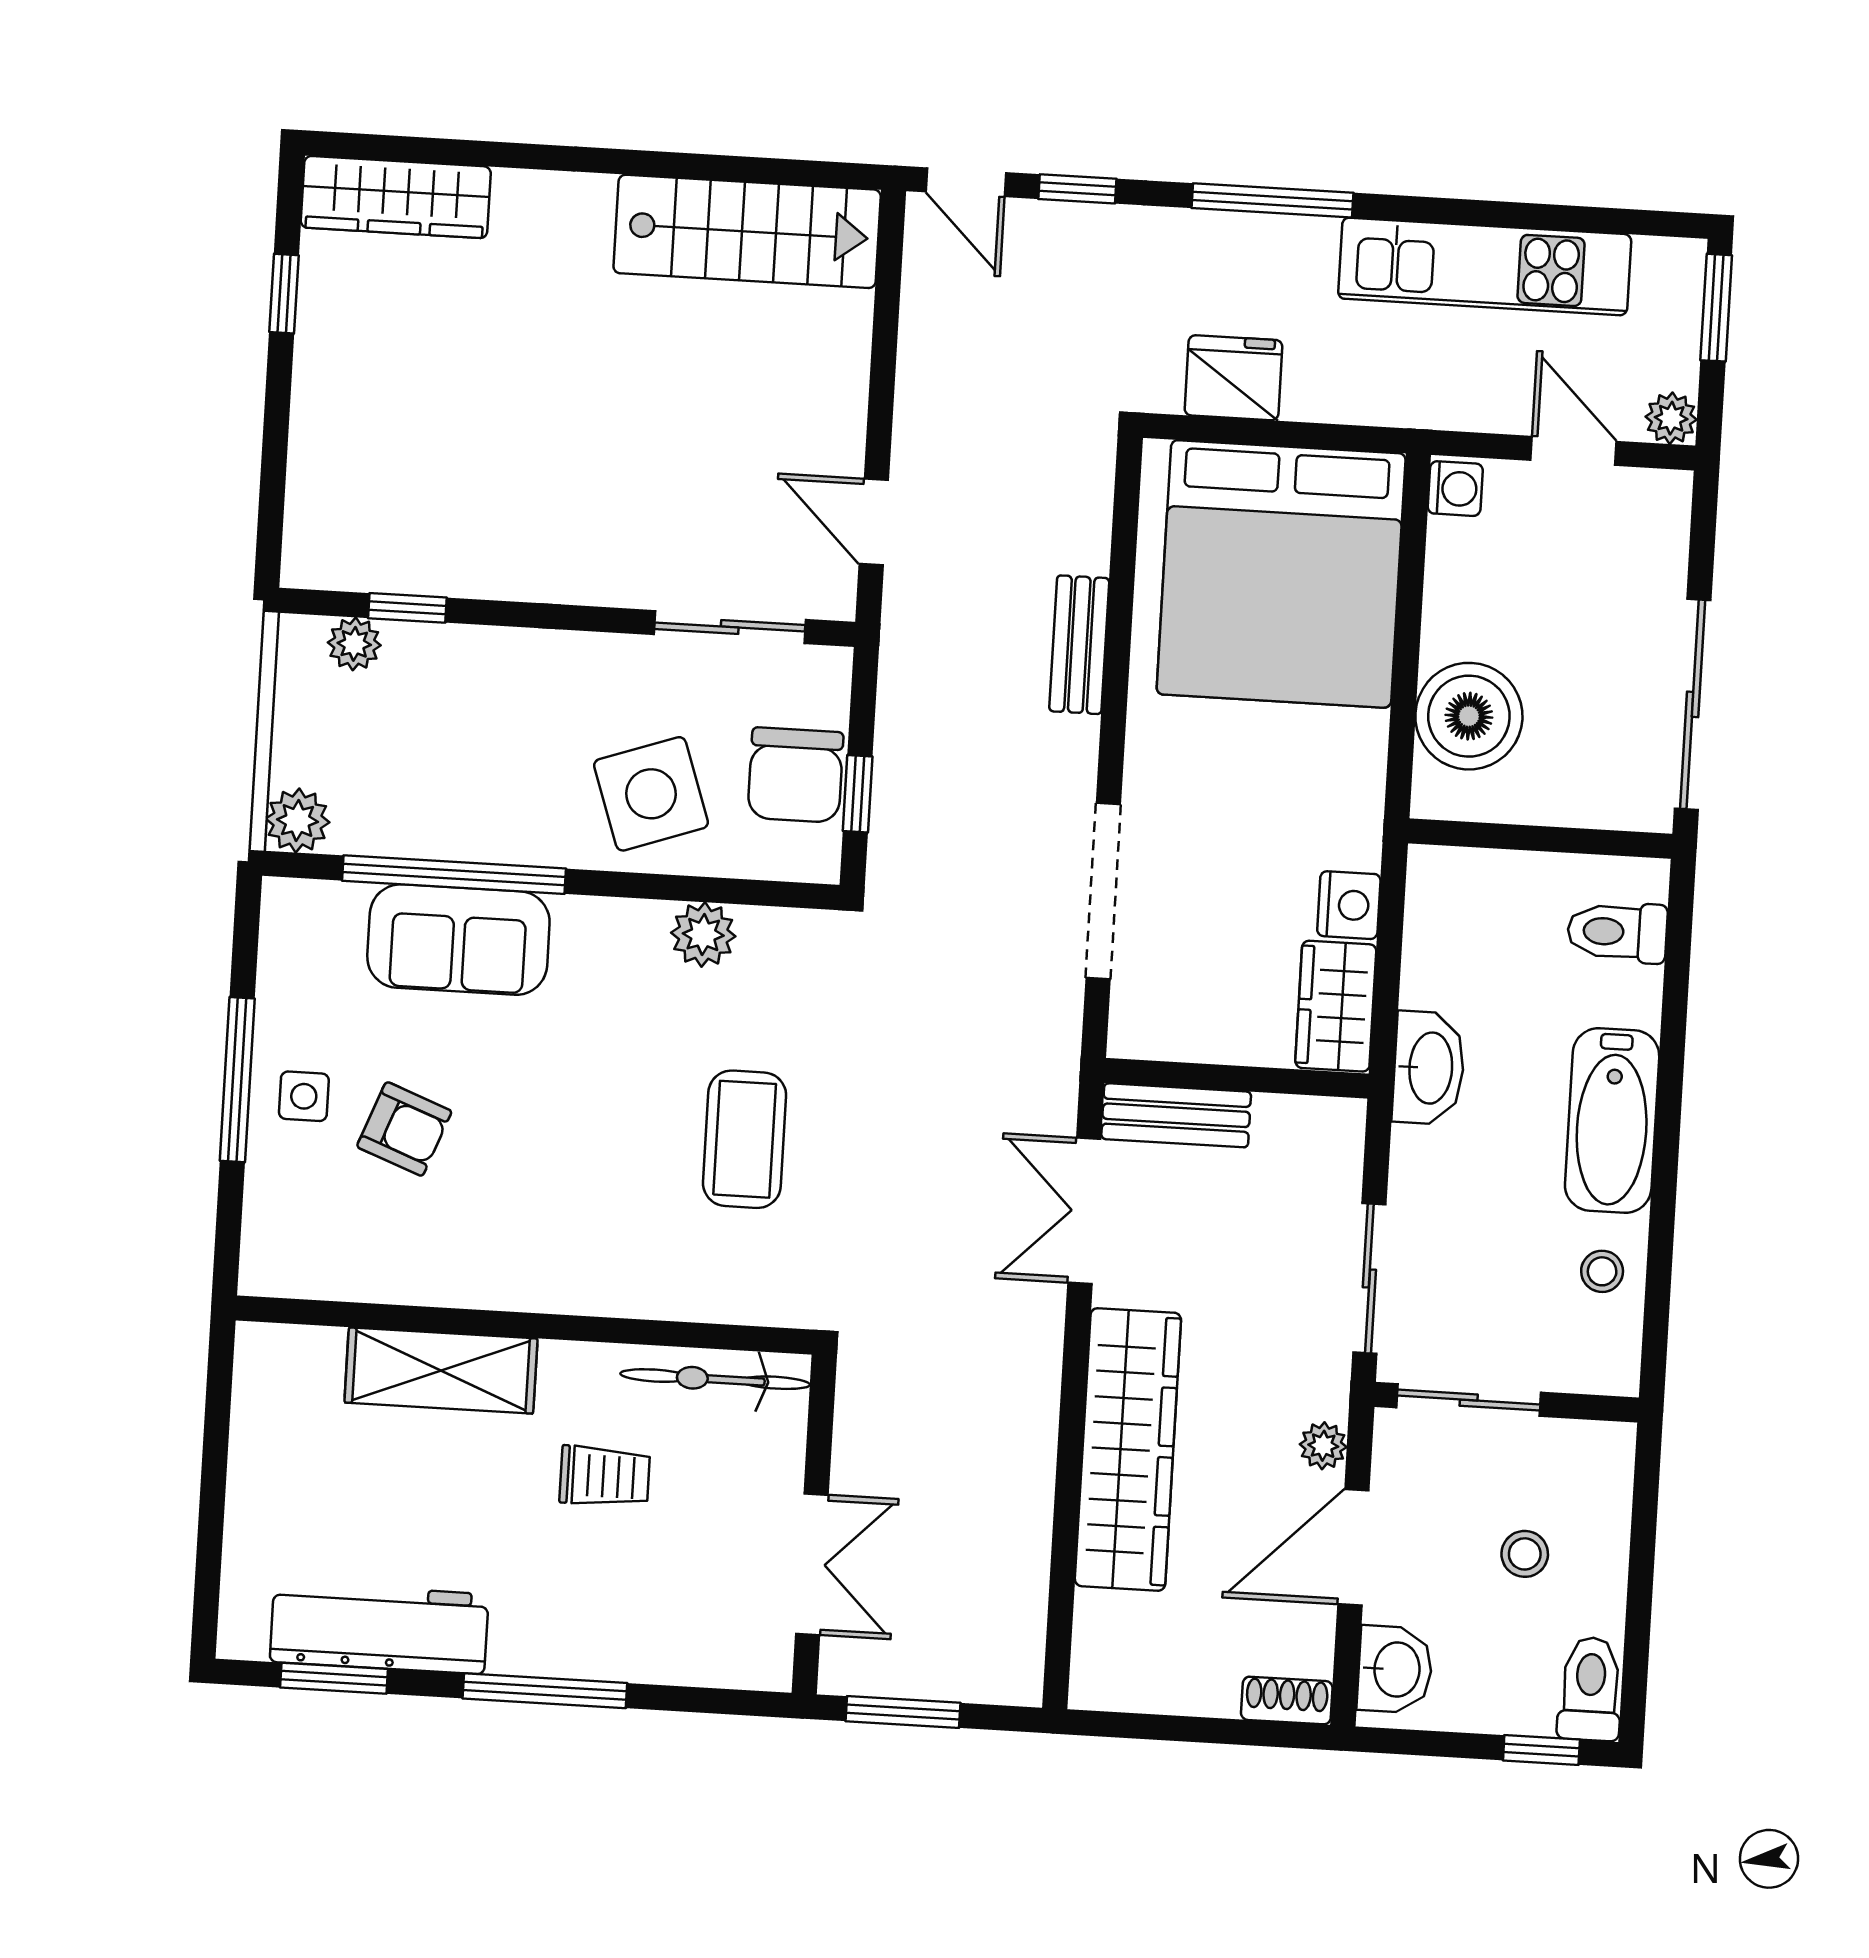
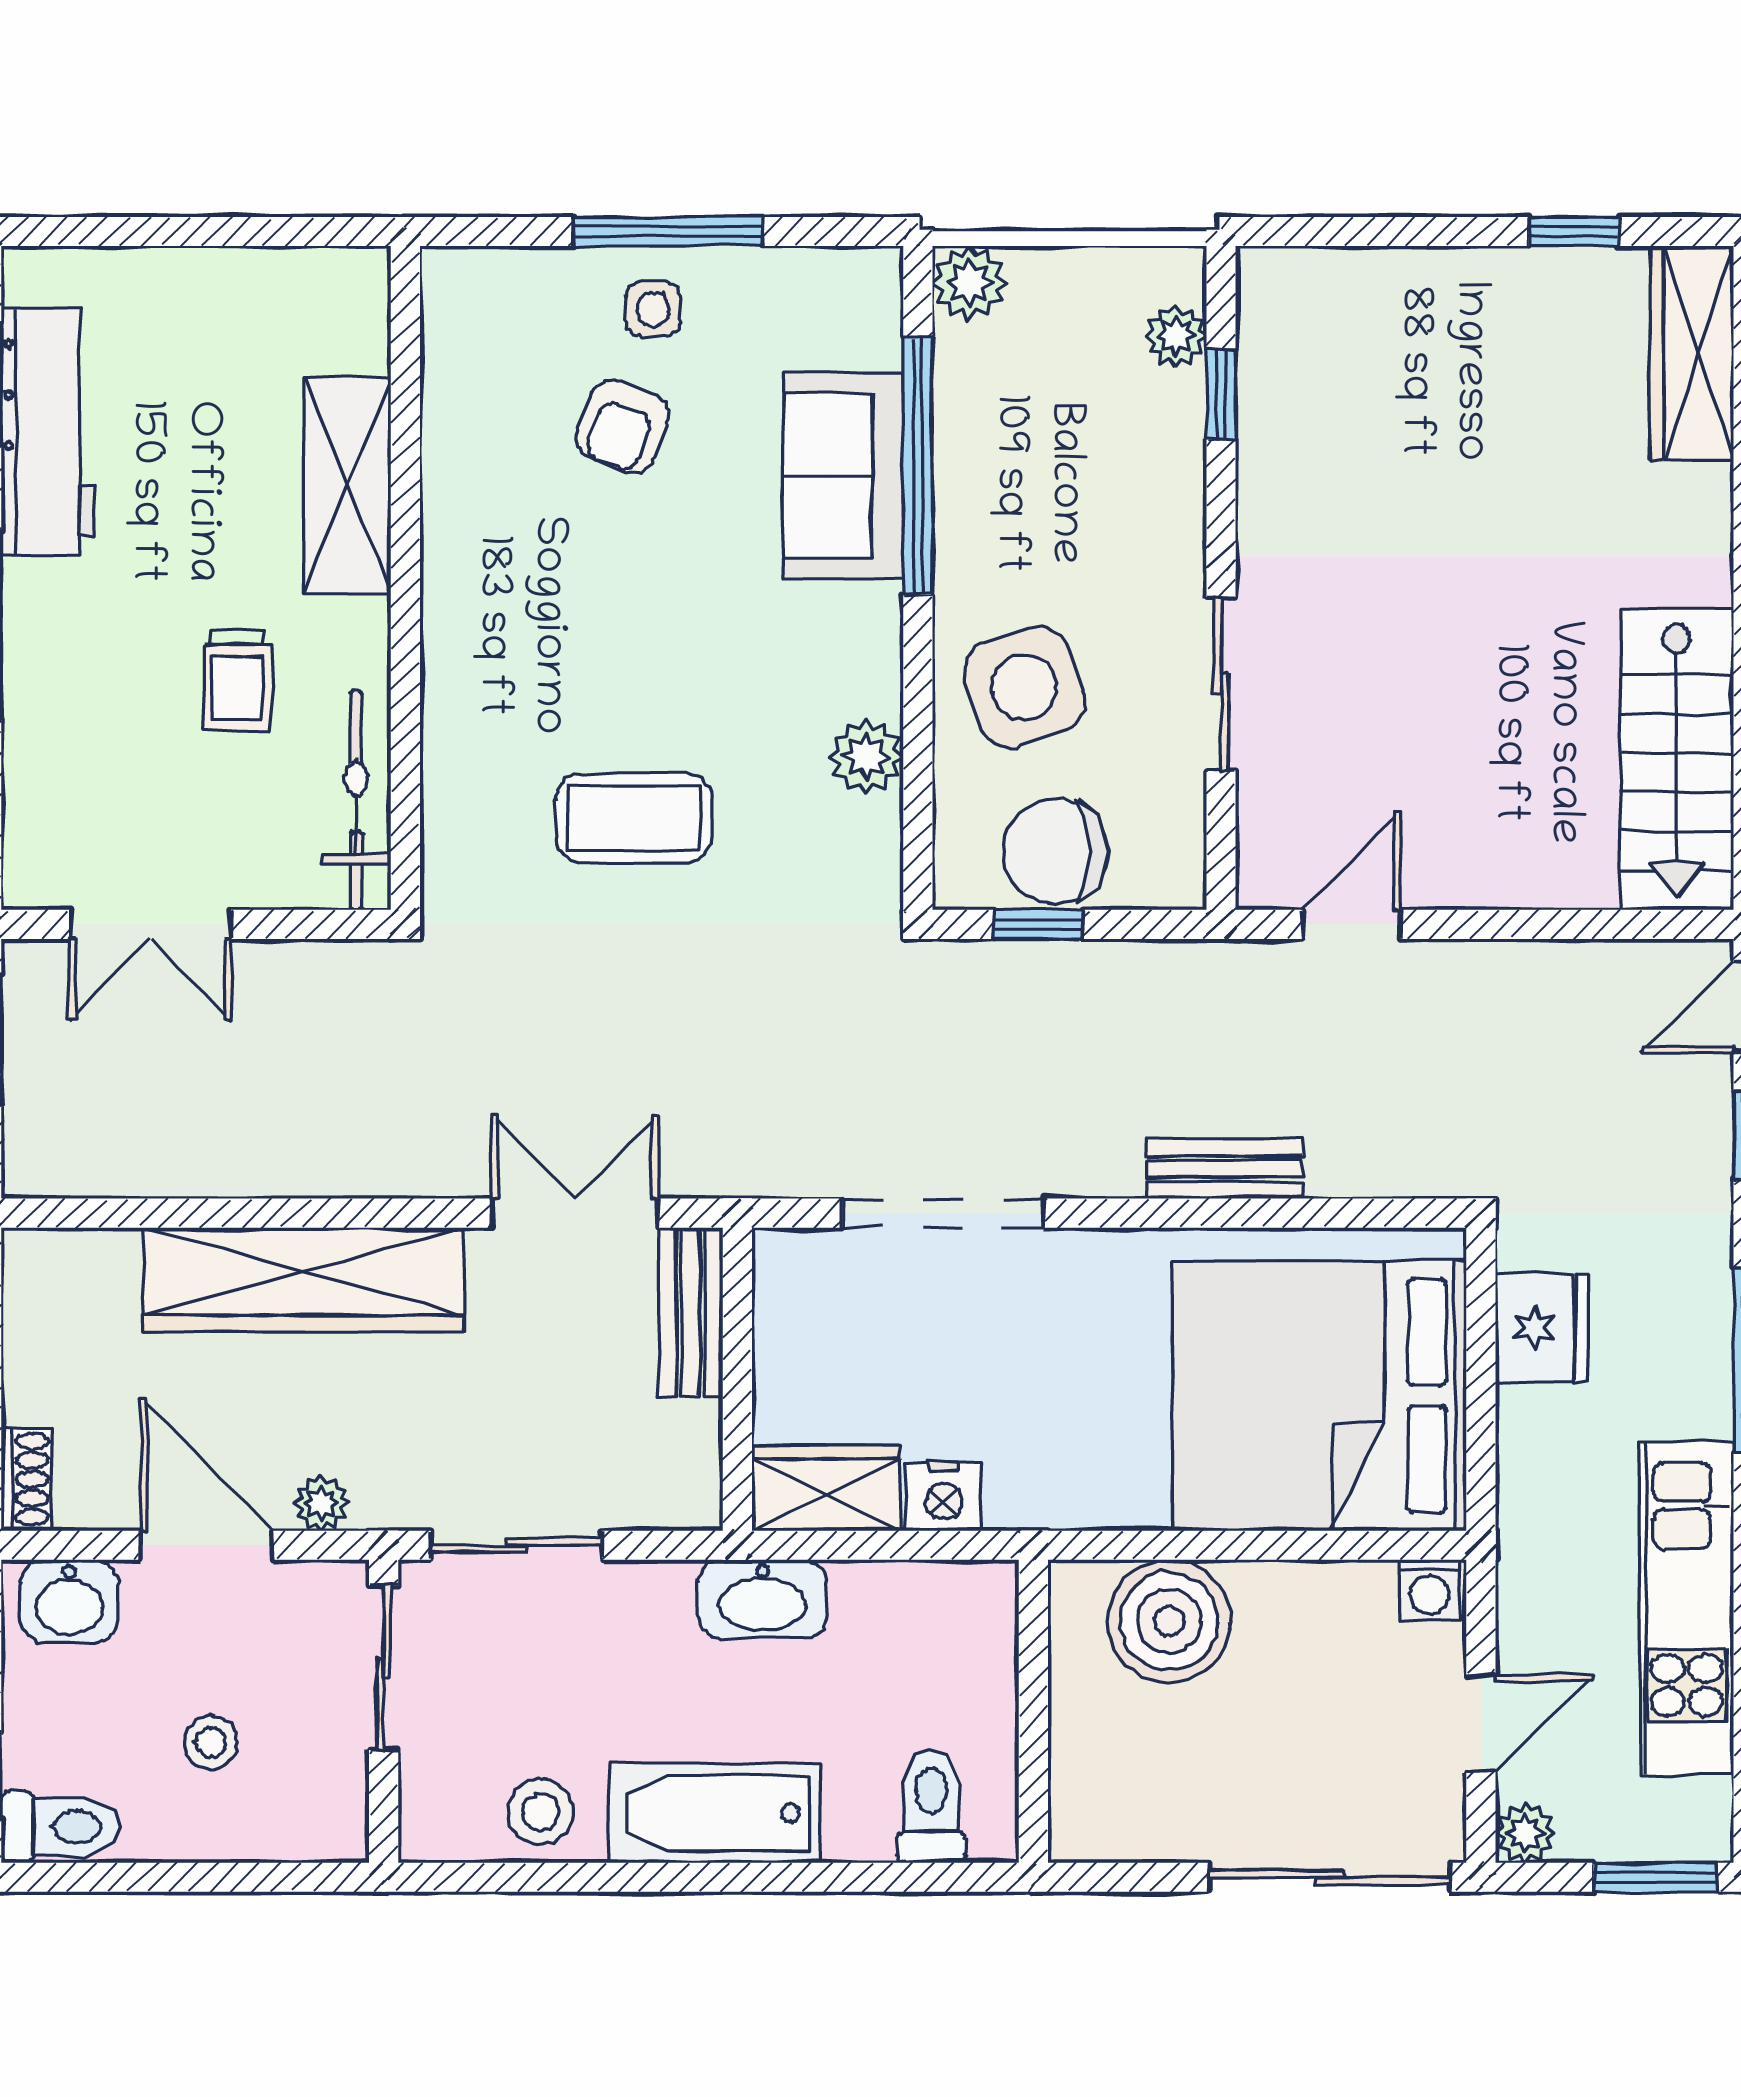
sliding door: (730, 627) -> (1221, 684), moved
sliding door: (1693, 704) -> (1329, 1877), moved
stool: (1602, 1271) -> (541, 1812), width x1.37, depth x1.37

